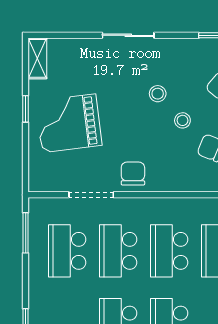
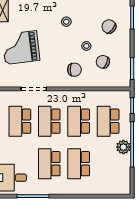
stool: (158, 94) -> (66, 22), moved
chair: (133, 174) -> (74, 70), moved, turned 90

